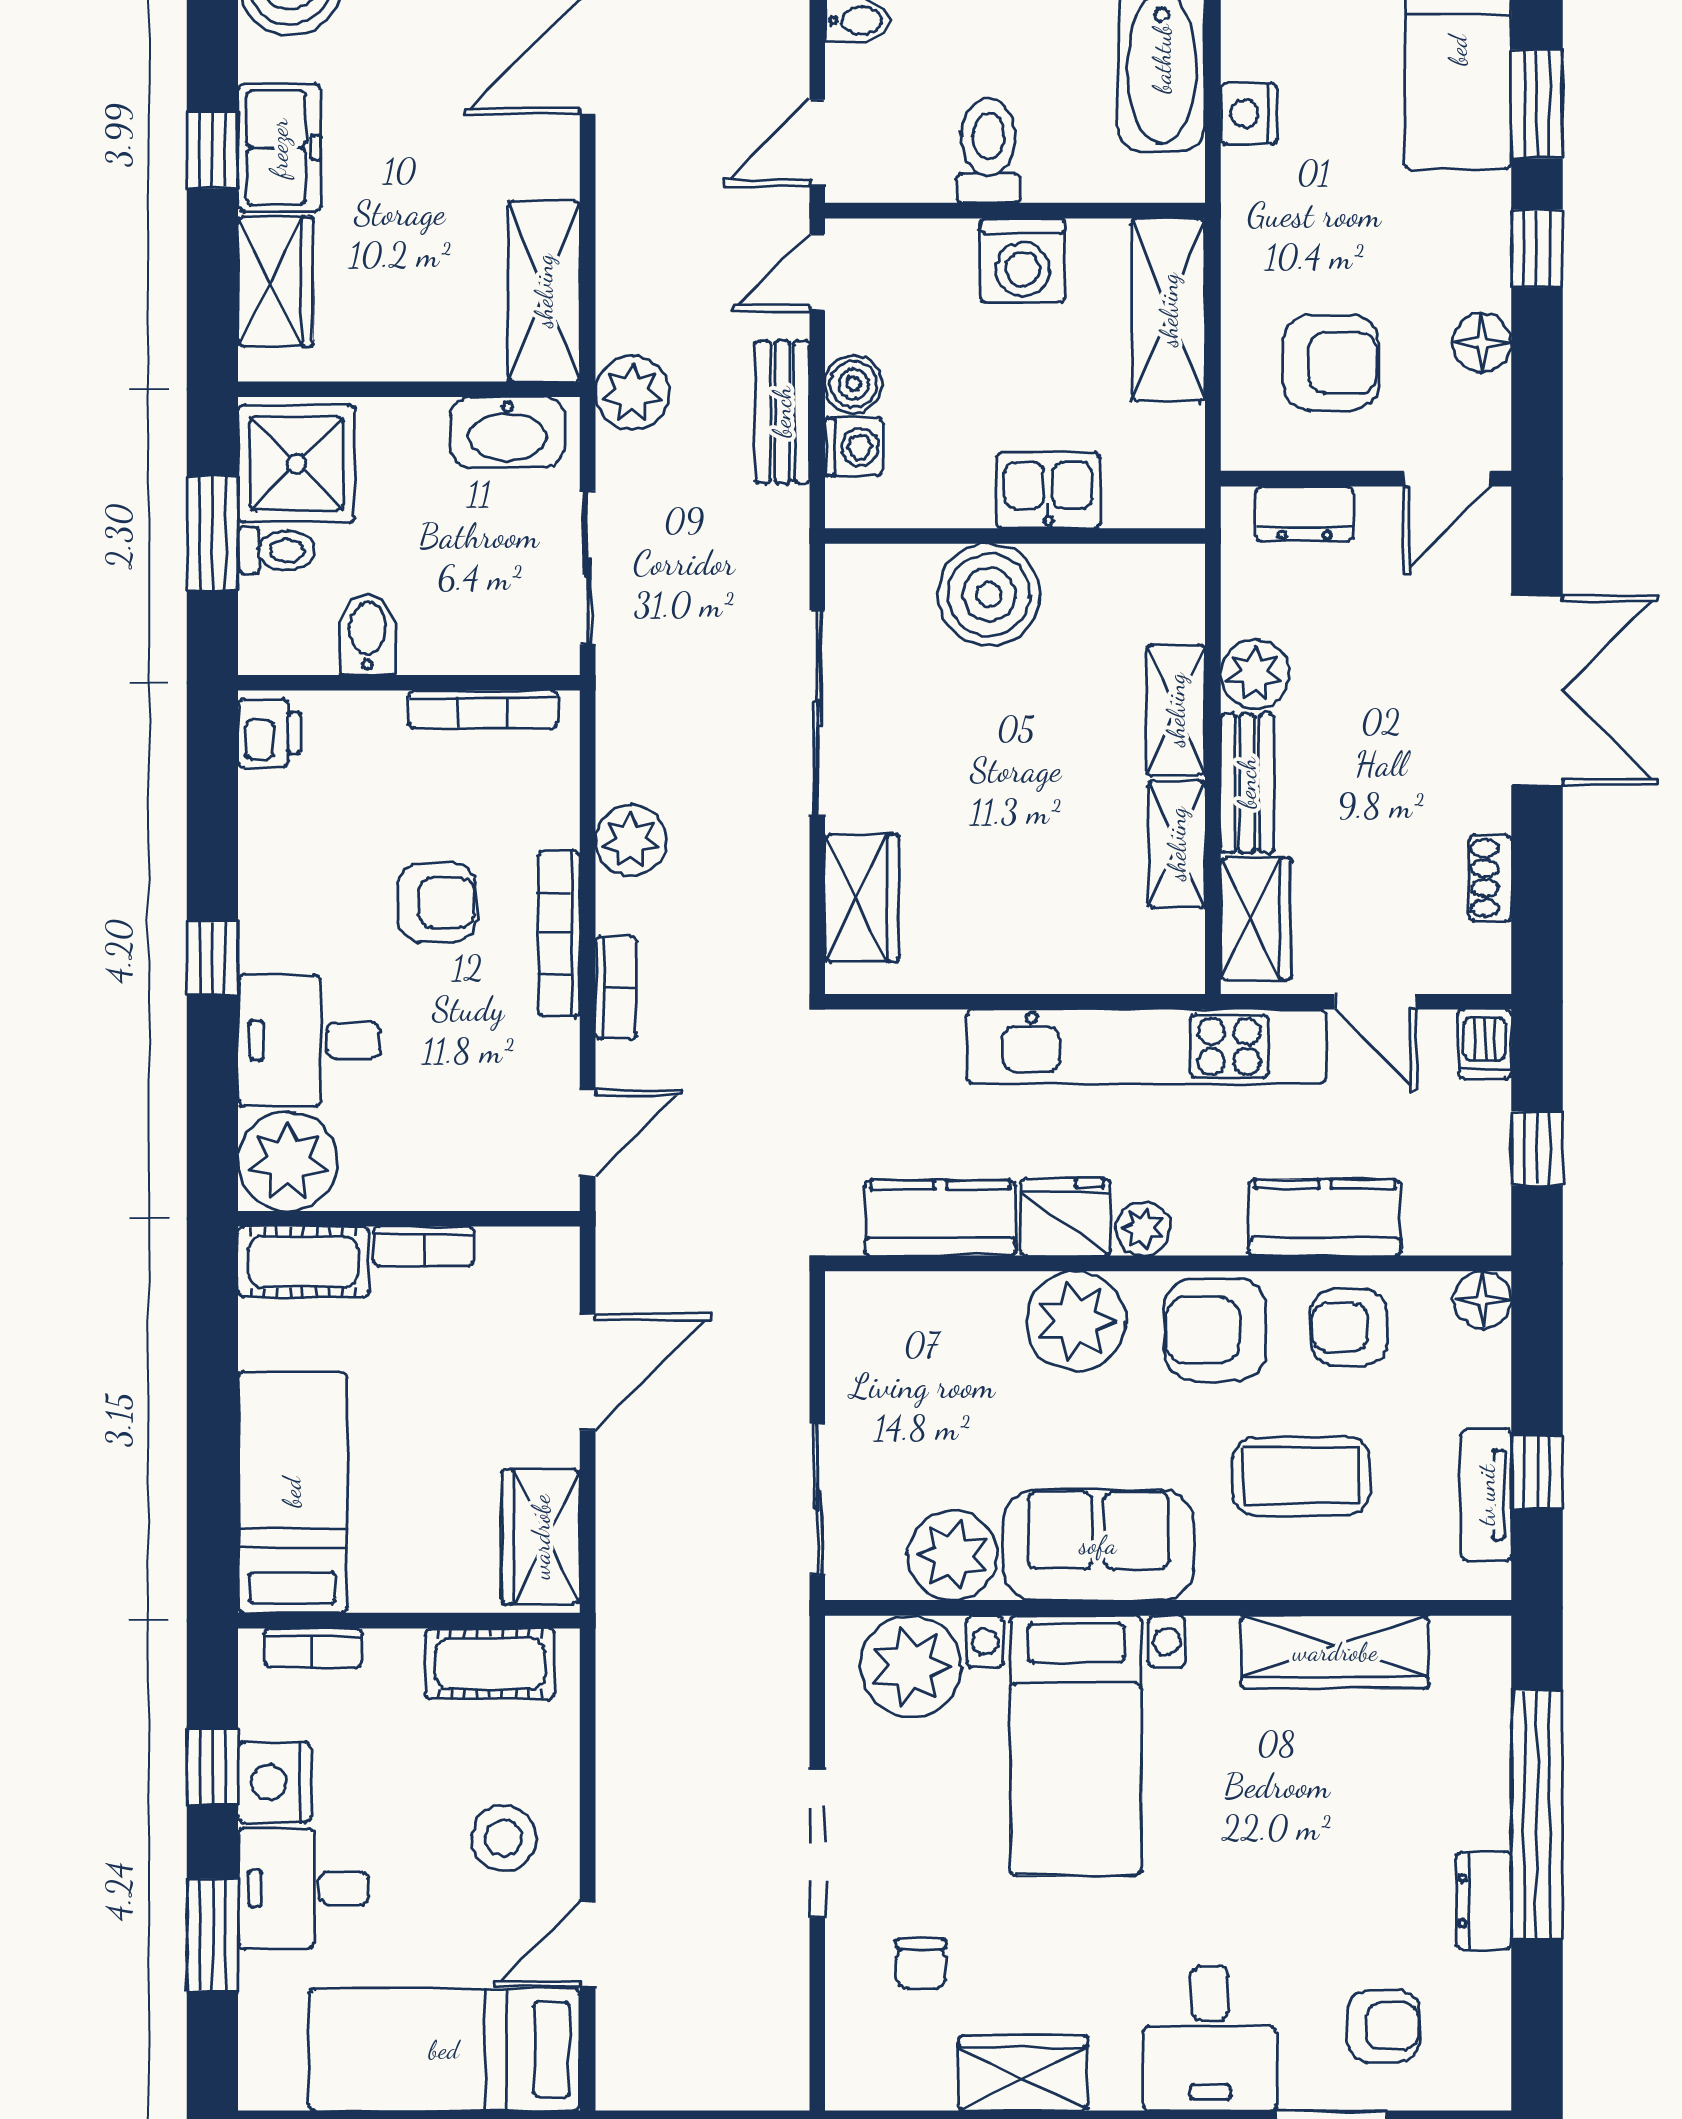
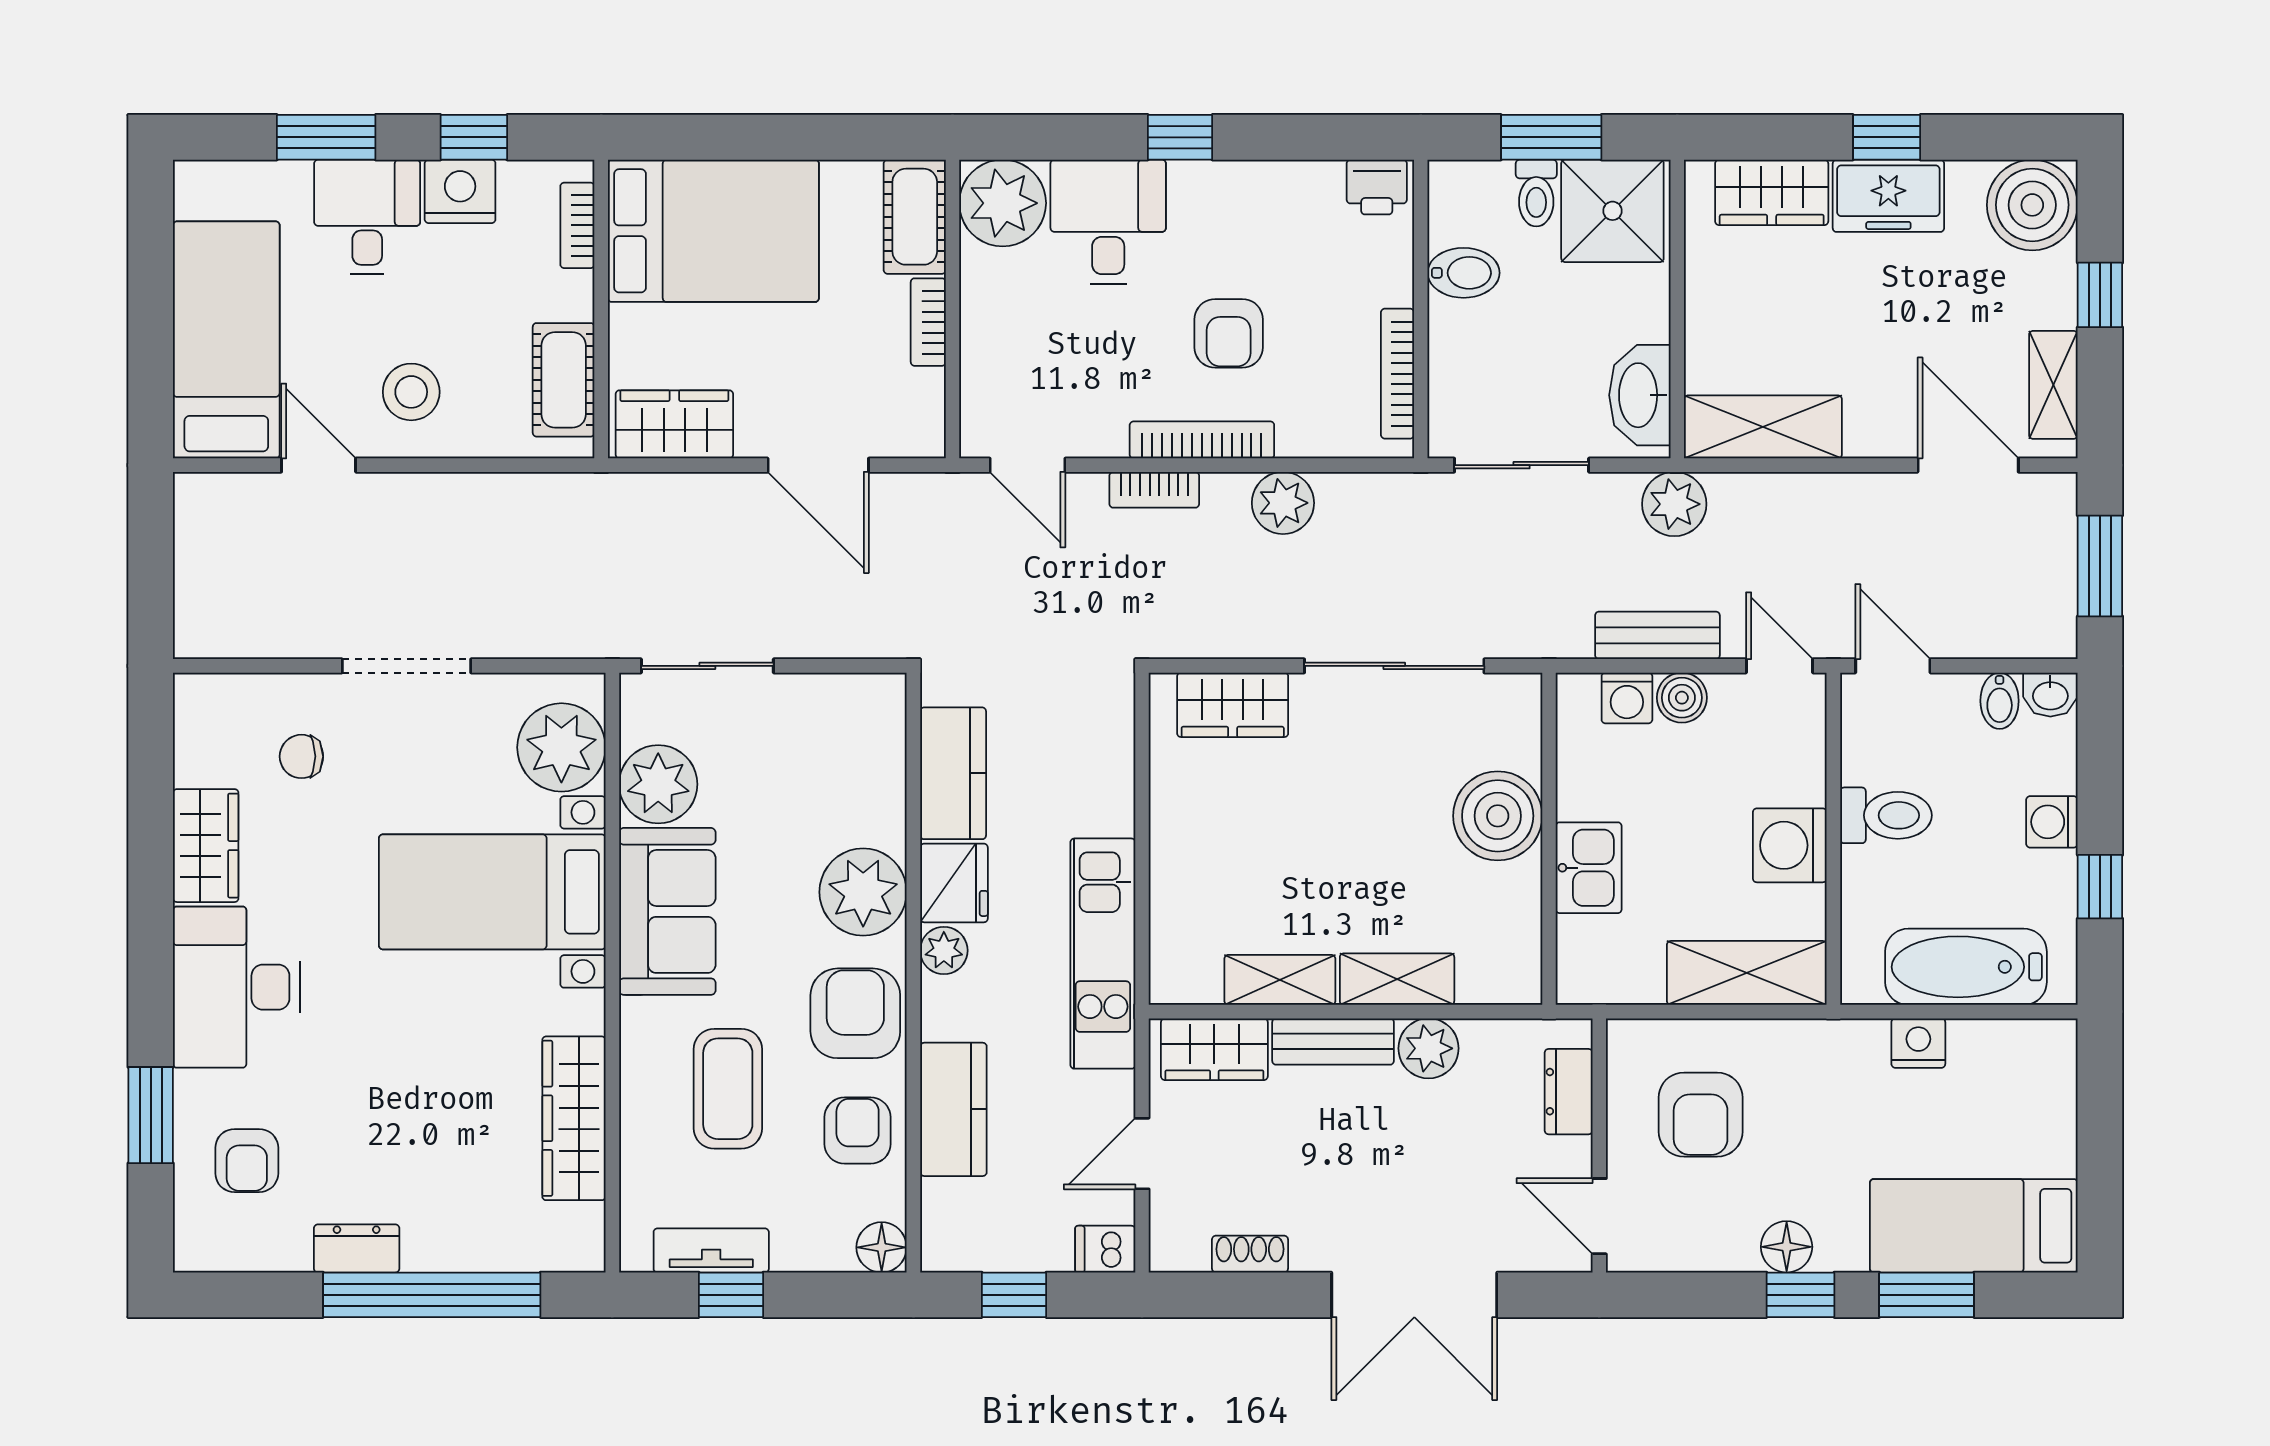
floor lamp: (1482, 343) -> (1787, 1247), moved
kitchen unit: (1147, 1047) -> (1103, 954), width x0.73
bed: (292, 1492) -> (713, 231), width x1.50
desk: (1210, 2038) -> (236, 987), width x1.37

